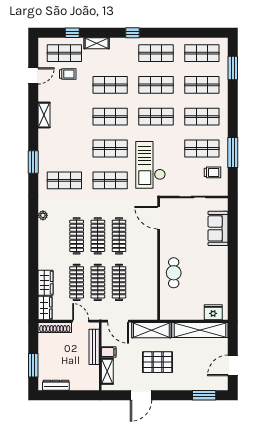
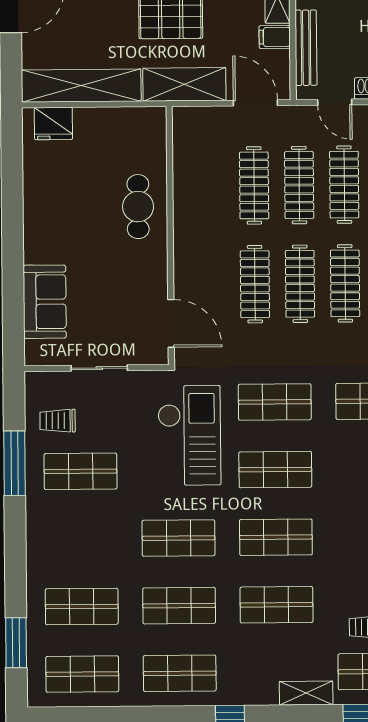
shop shelf: (202, 117) -> (81, 539), removed

